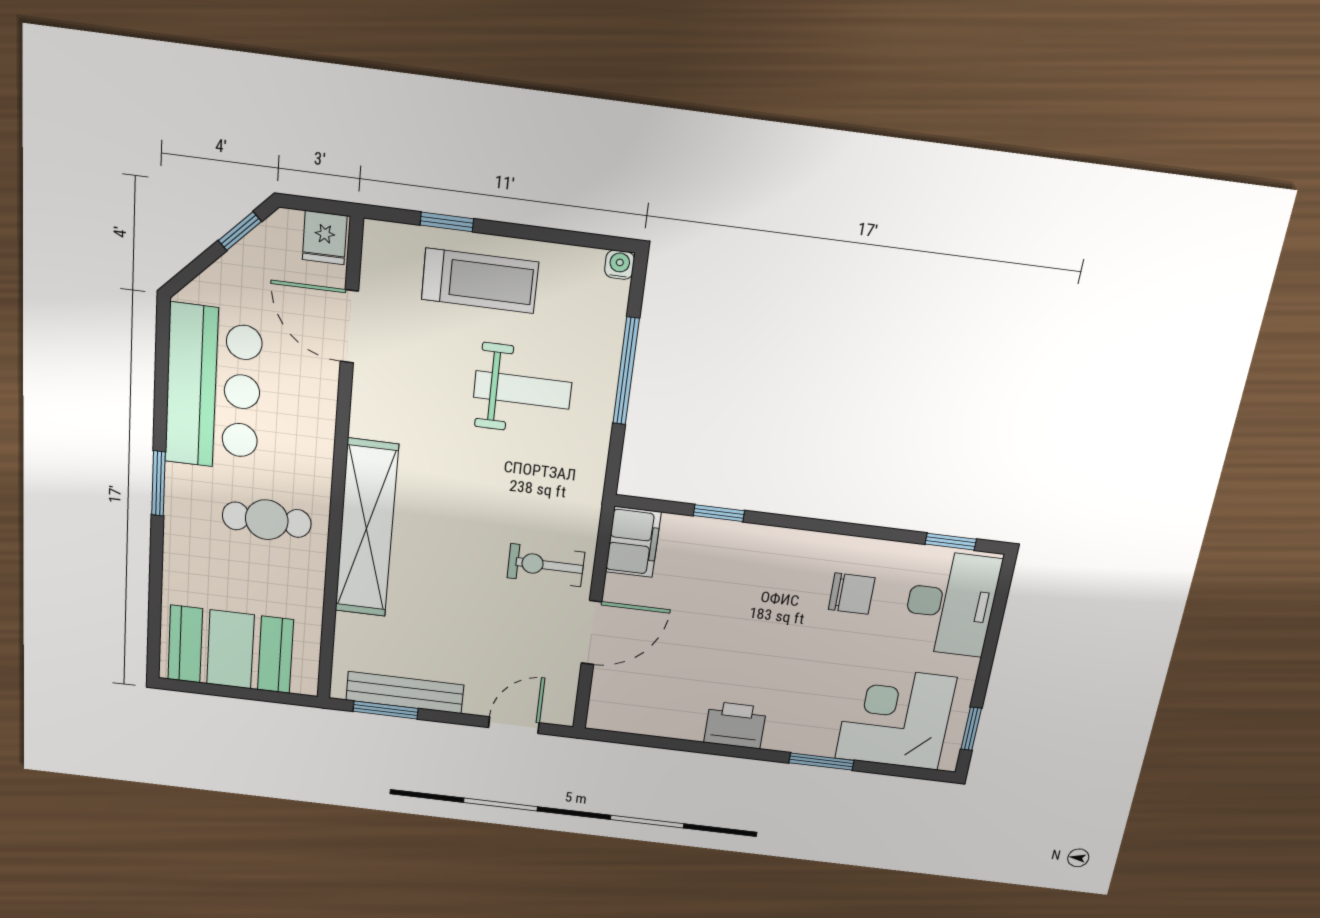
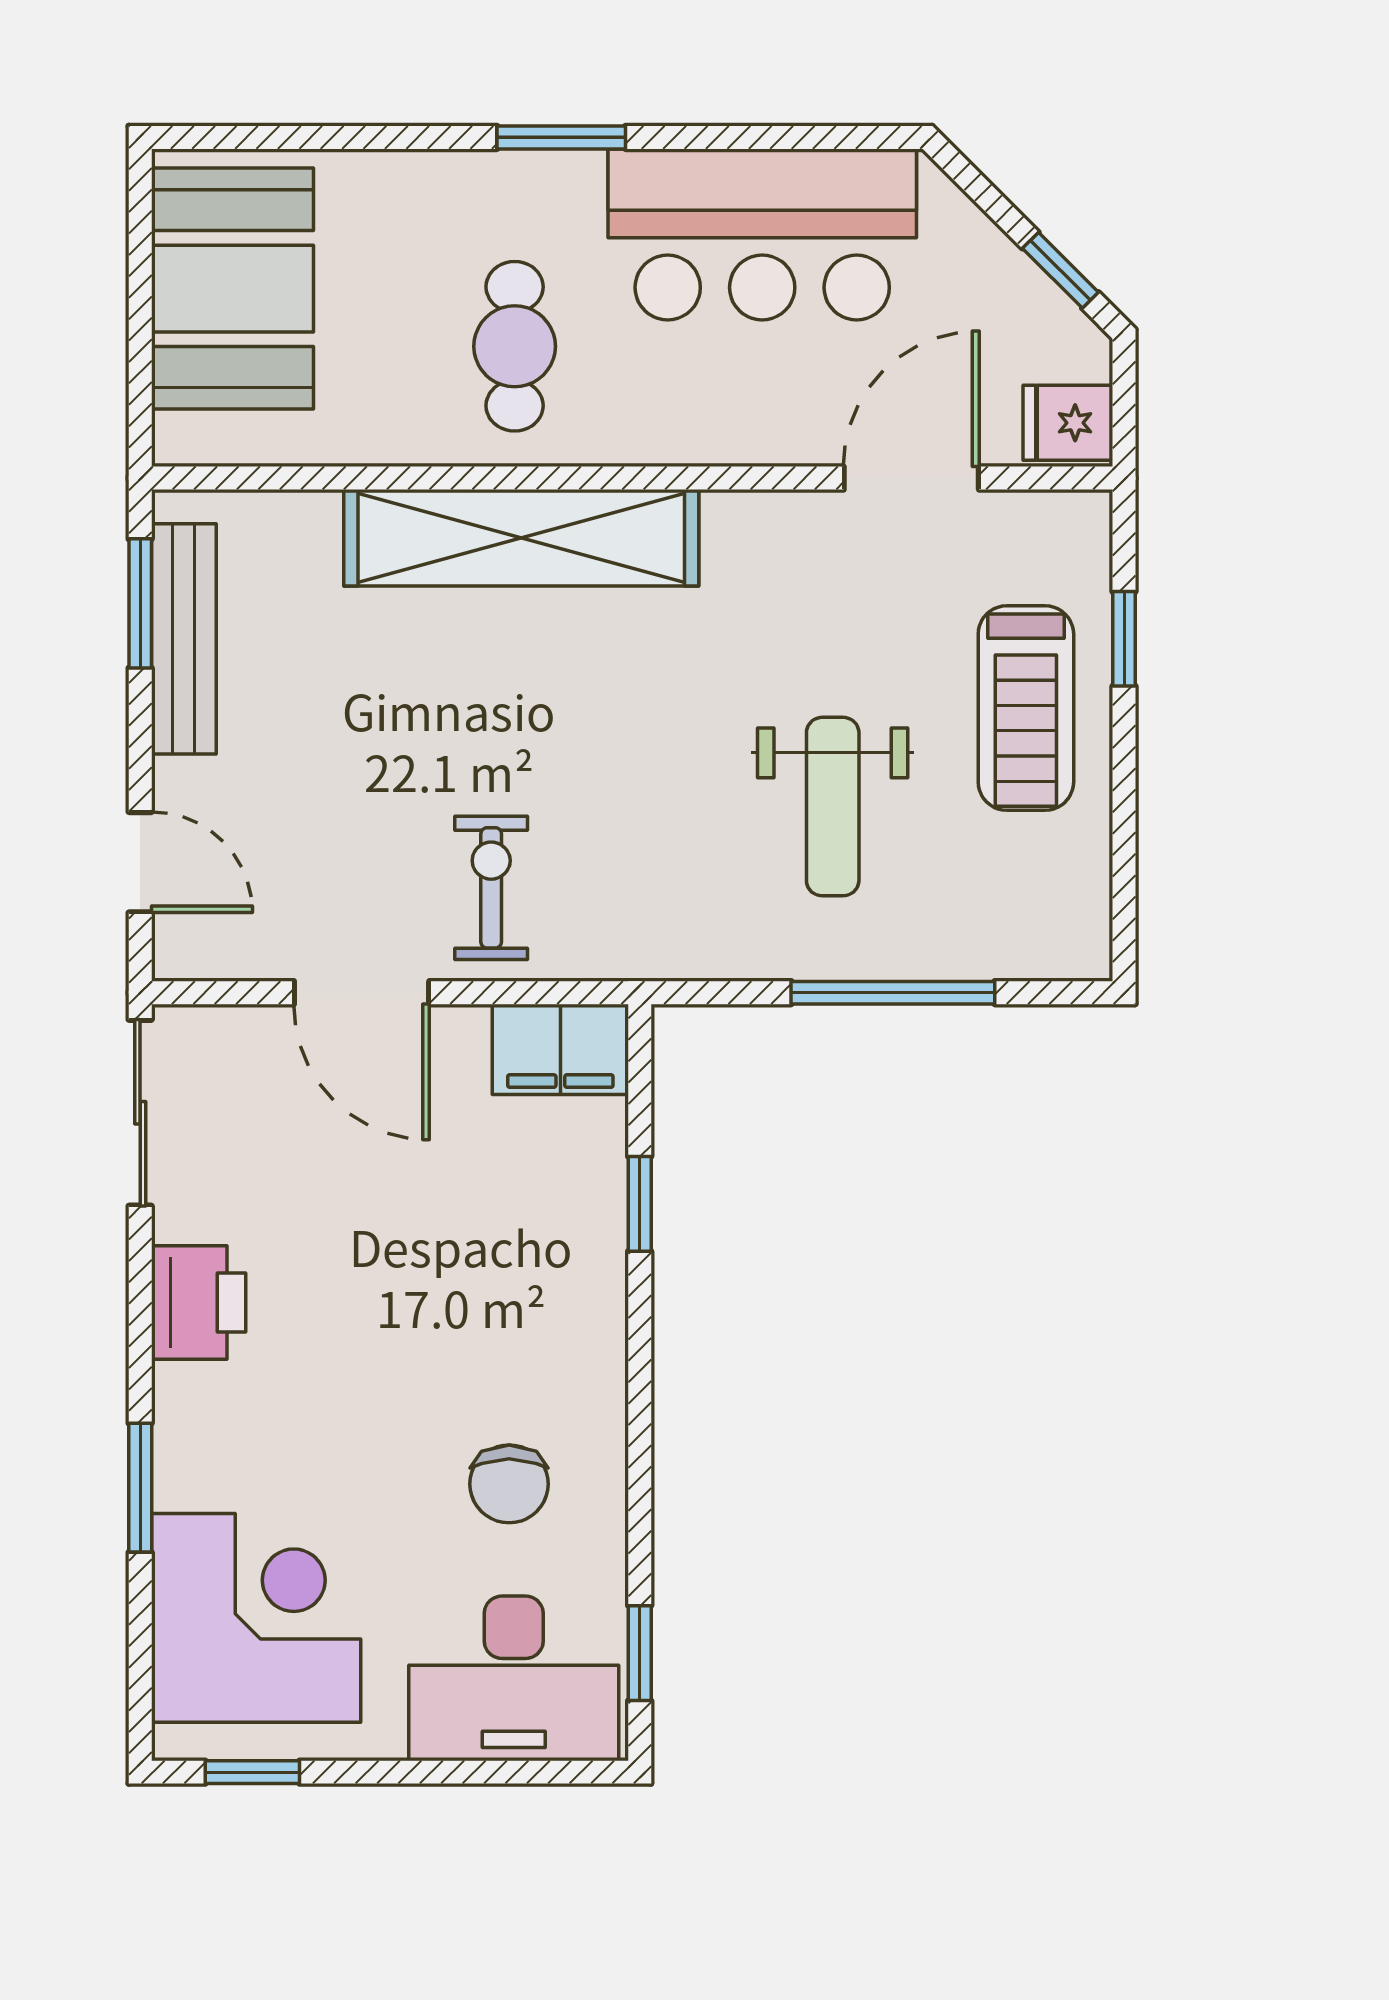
water cooler: (620, 265) -> (1087, 956), removed
sliding door: (637, 740) -> (140, 1113), added

